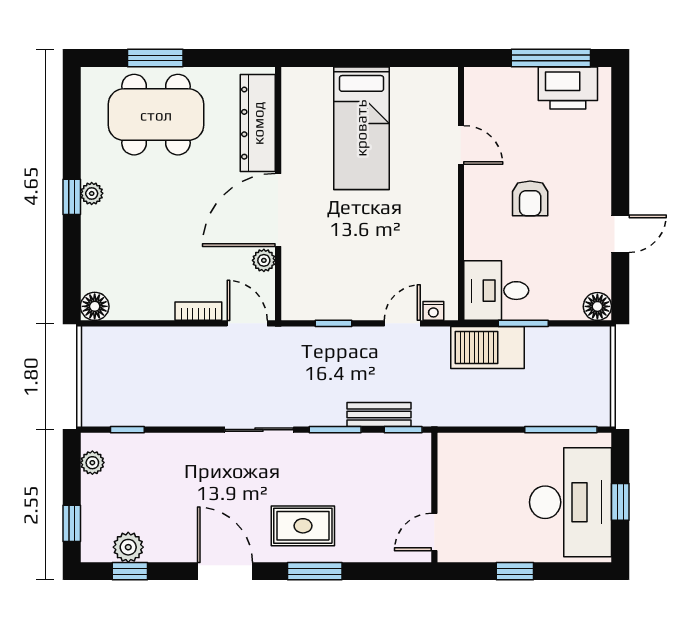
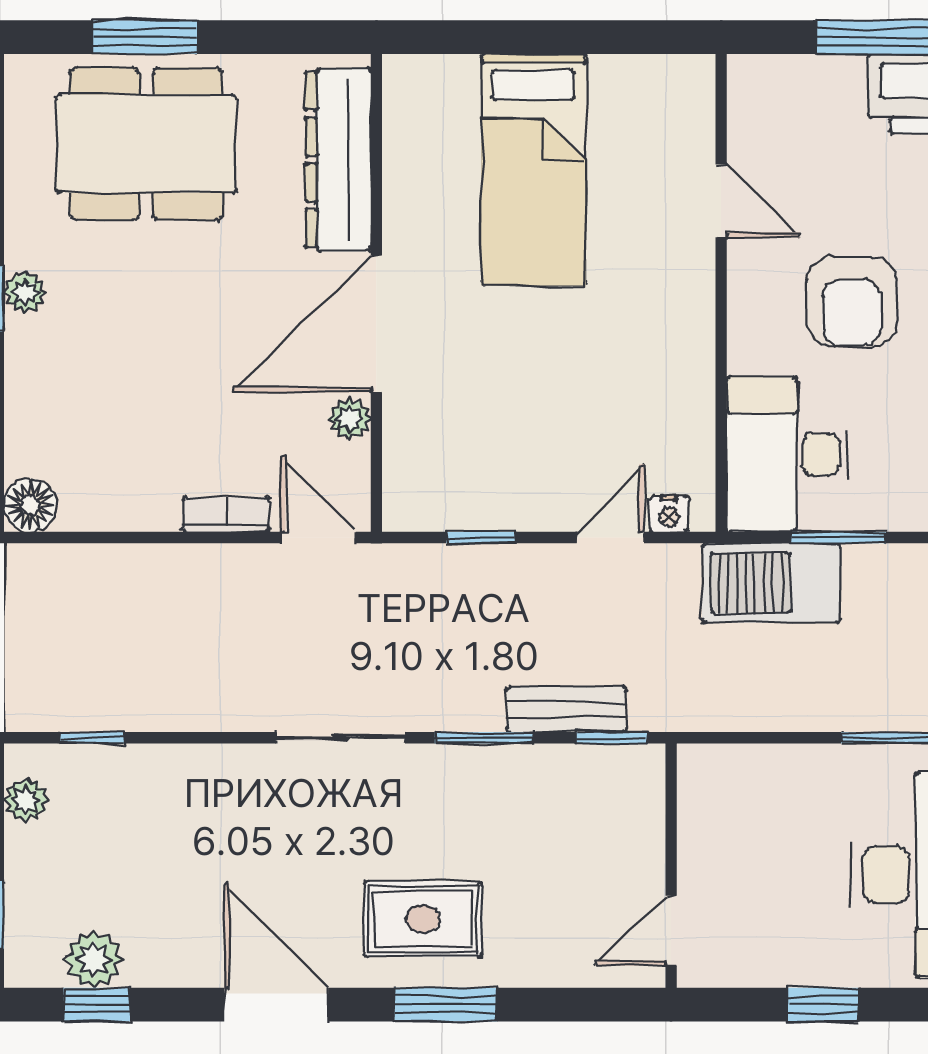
armchair: (530, 198) -> (852, 302), width x1.38, depth x1.38
desk: (496, 291) -> (788, 454), width x1.37

